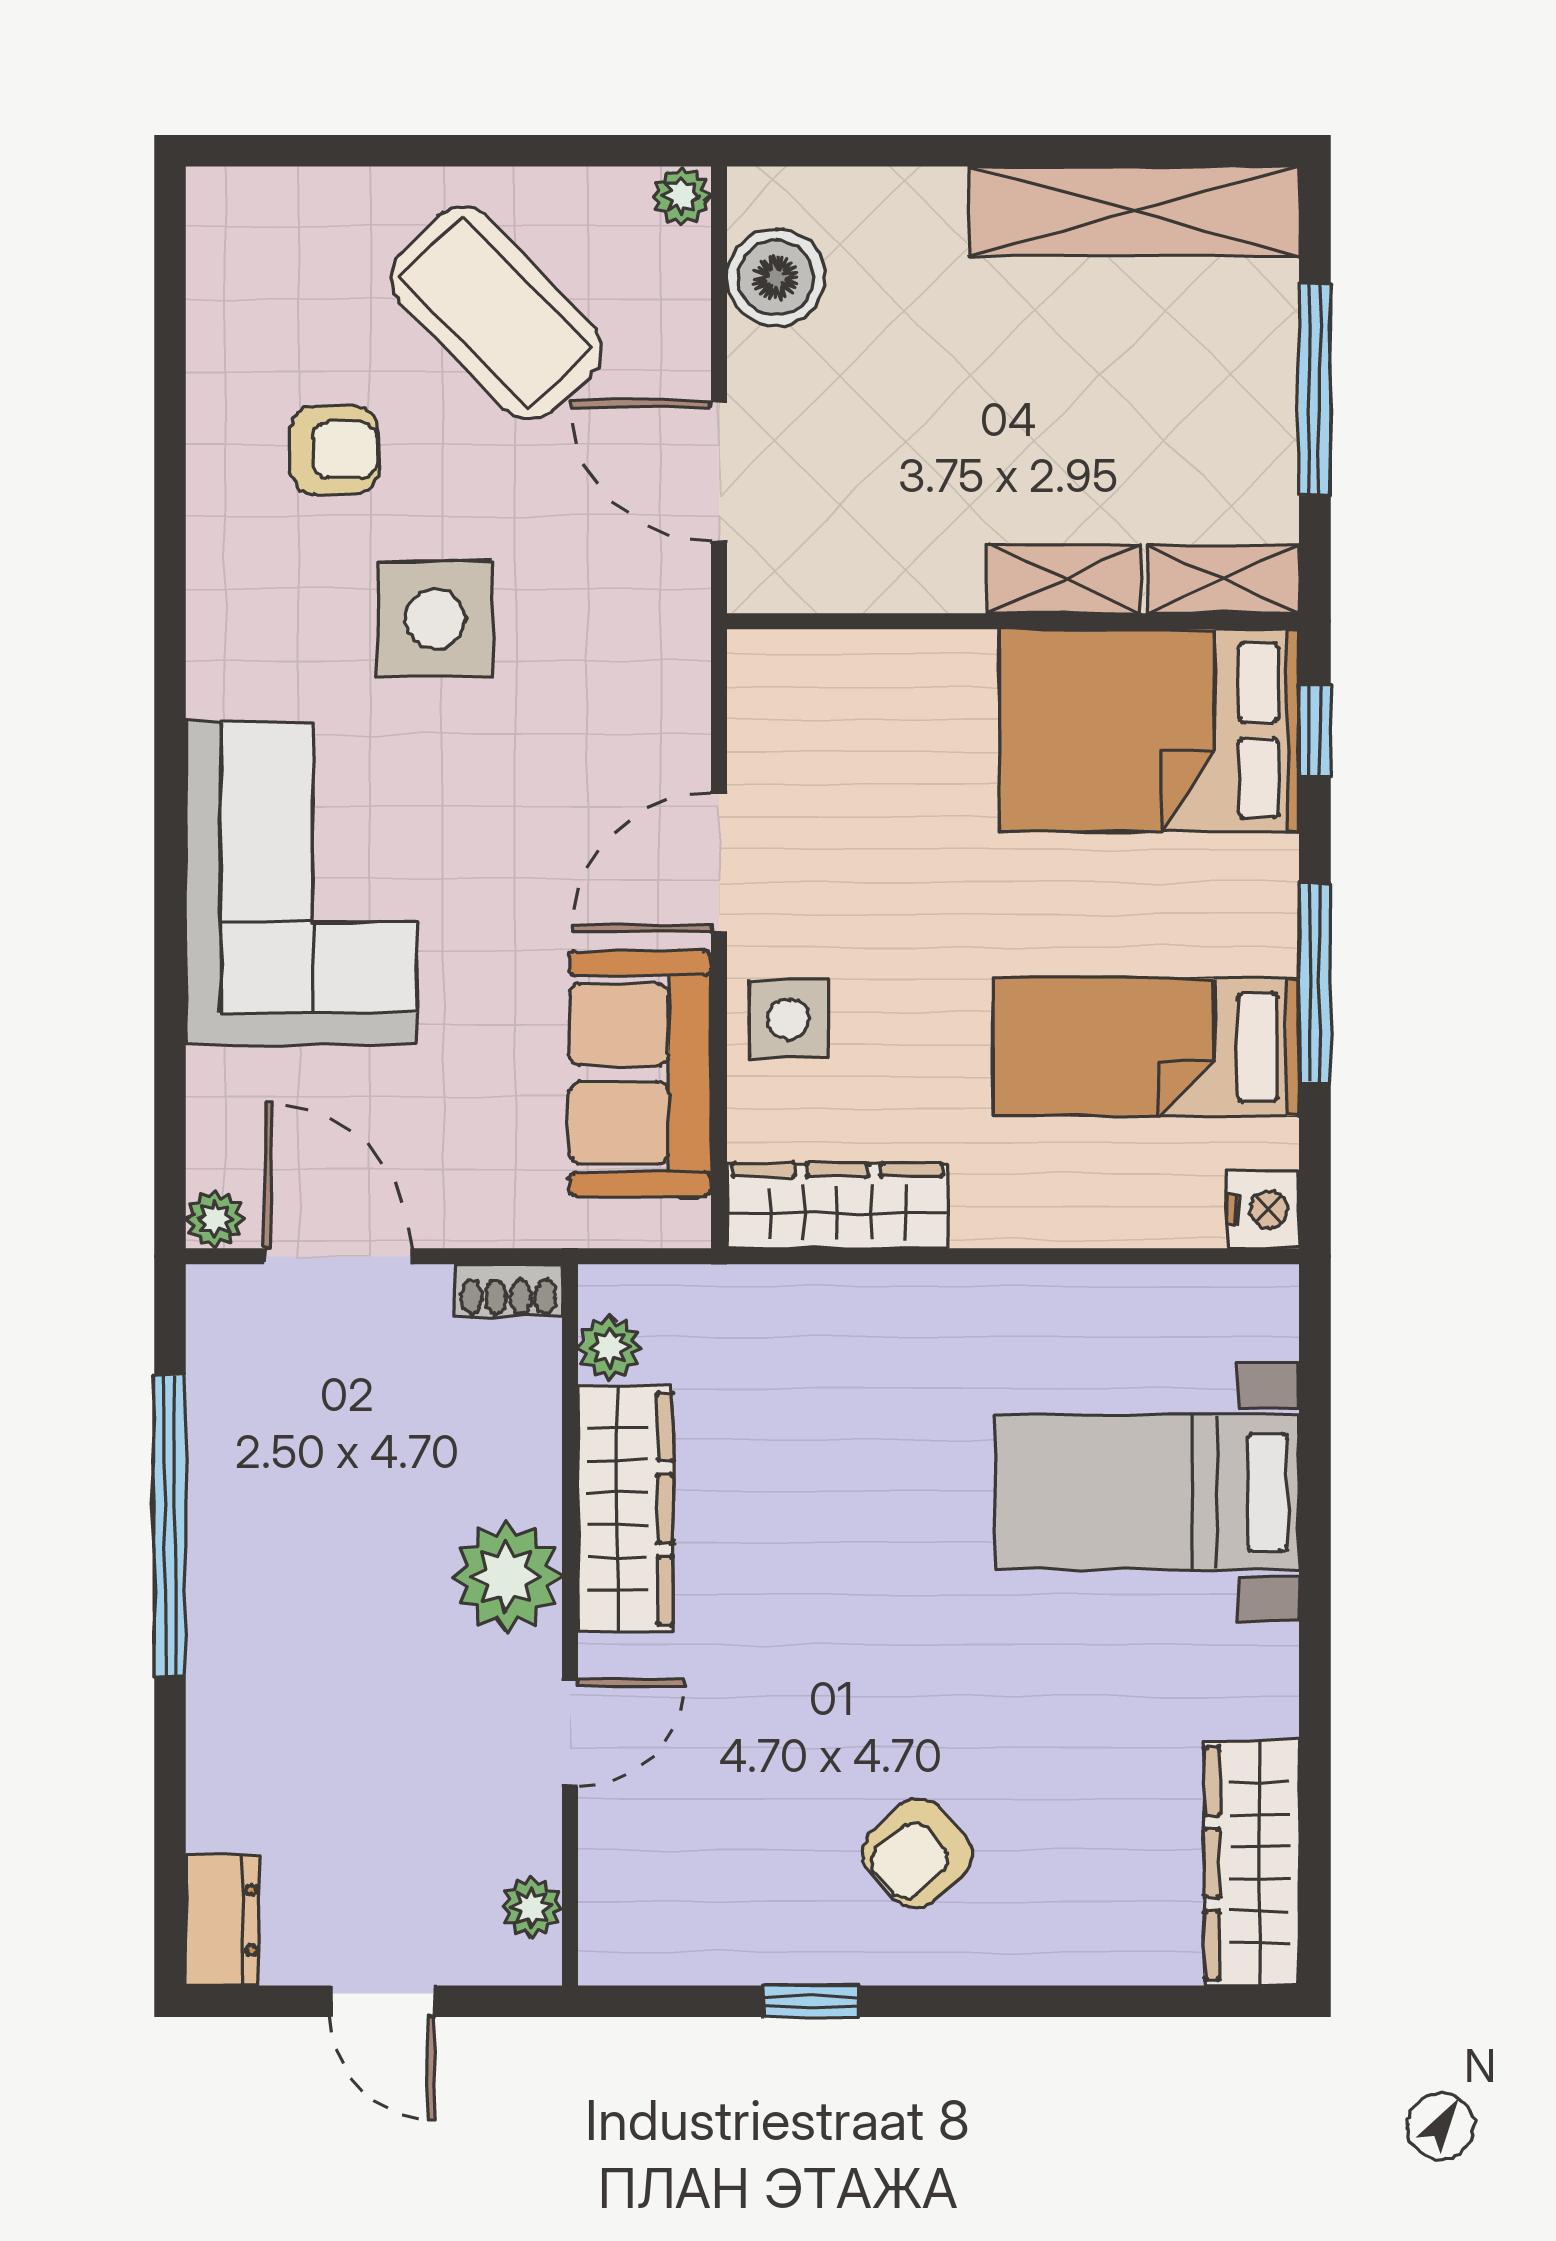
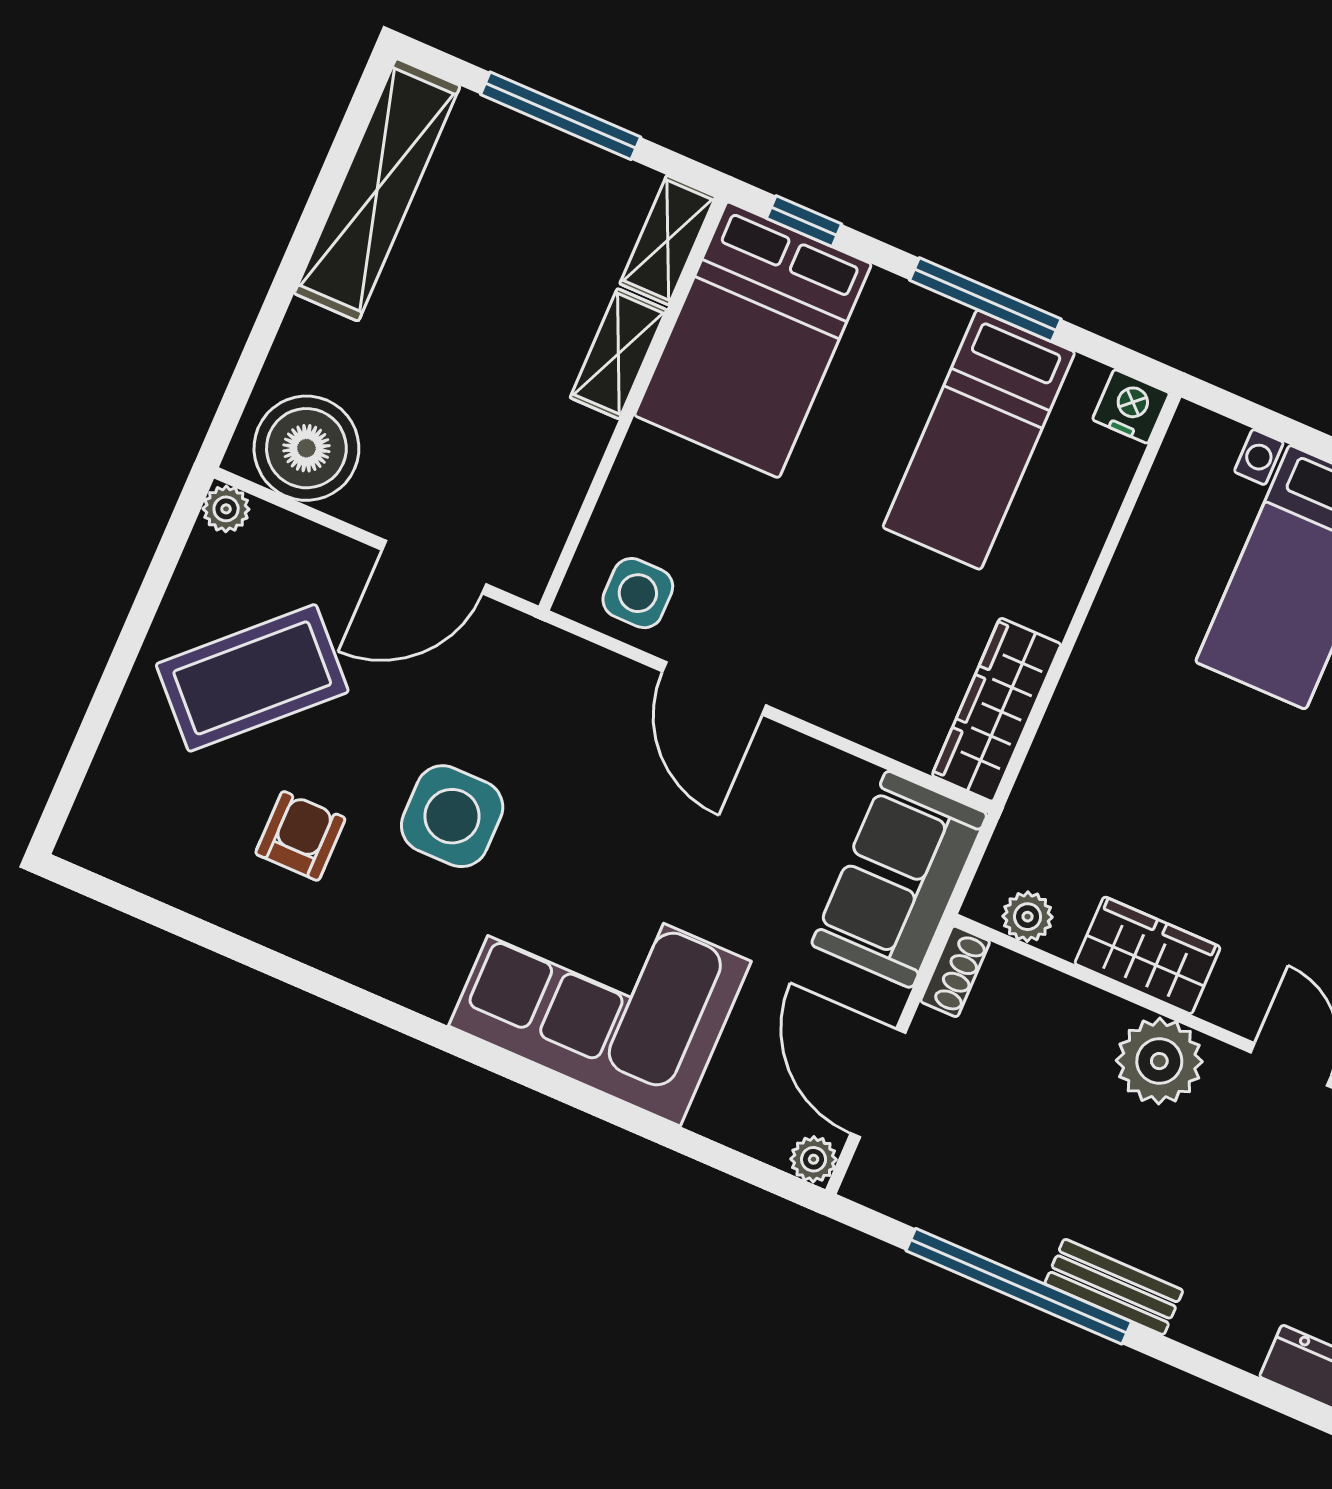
boiler: (776, 278) -> (306, 448), width x1.37, depth x1.37
side table: (788, 1019) -> (638, 593), moved
sofa: (640, 1074) -> (899, 879), moved, turned 90
door: (337, 1256) -> (878, 1083), hinge flipped
wardrobe: (625, 1509) -> (1148, 955), width x0.67
bench: (218, 1638) -> (1114, 1287), added

